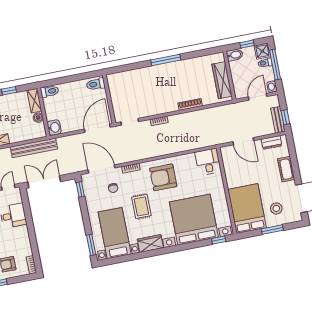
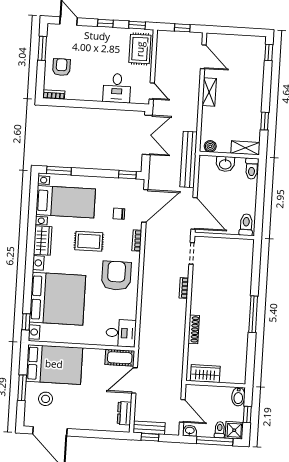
wardrobe: (222, 80) -> (205, 374), width x0.67
boiler: (38, 118) -> (210, 146), moved
washbasin: (54, 128) -> (225, 164), moved
bench: (34, 148) -> (189, 159), moved
cot: (286, 169) -> (120, 358), moved

